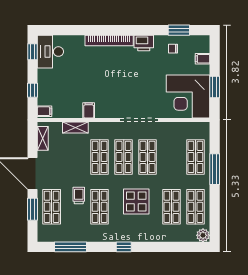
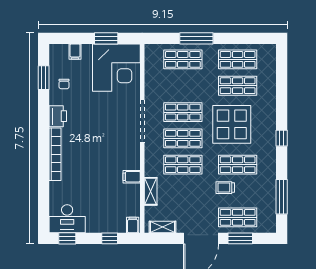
display table: (136, 201) -> (232, 124), width x1.36, depth x1.36
plant: (203, 235) -> (269, 51), removed

